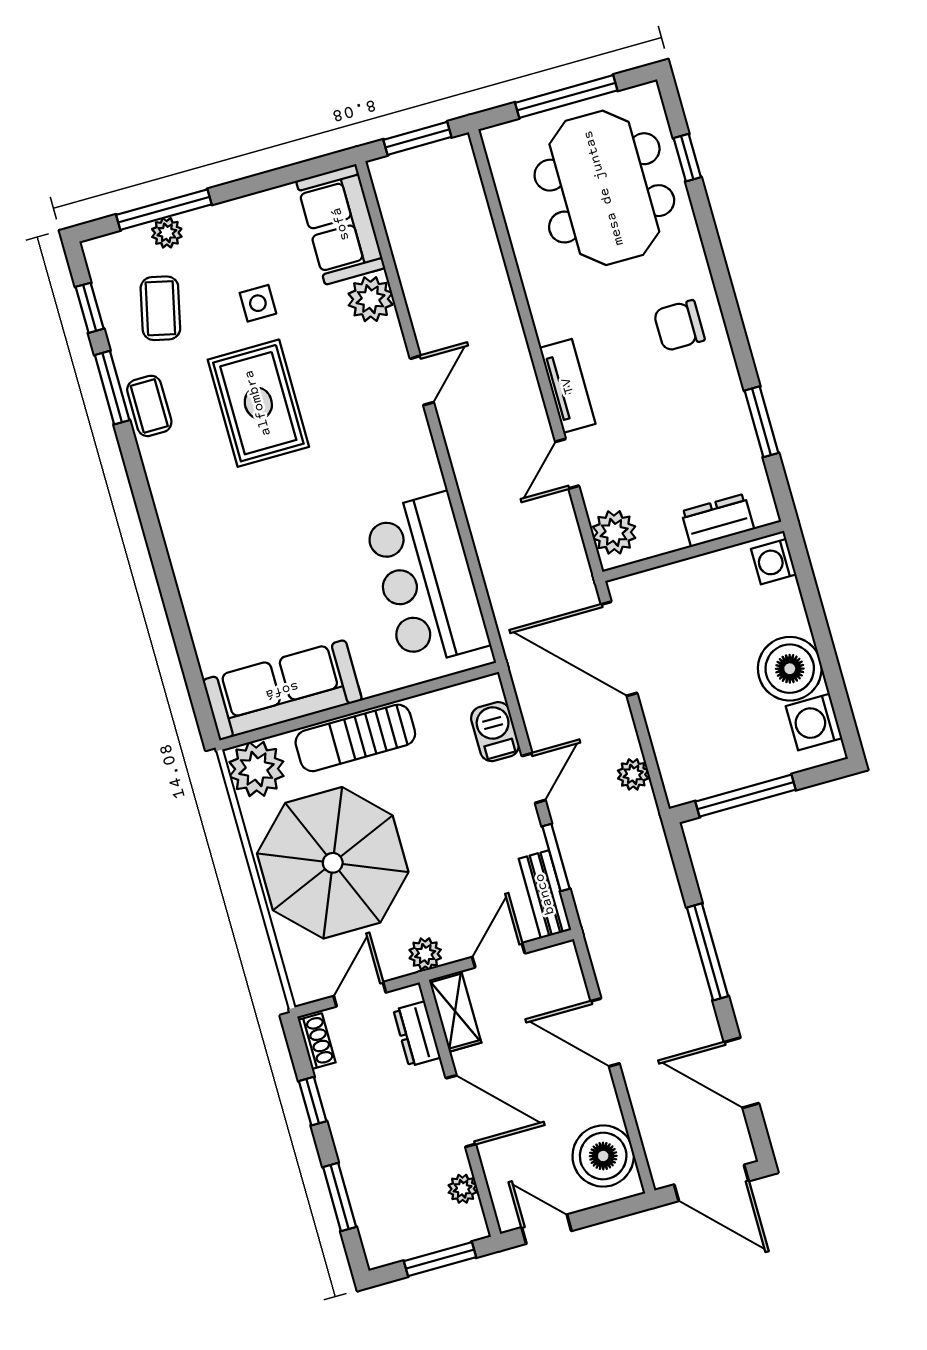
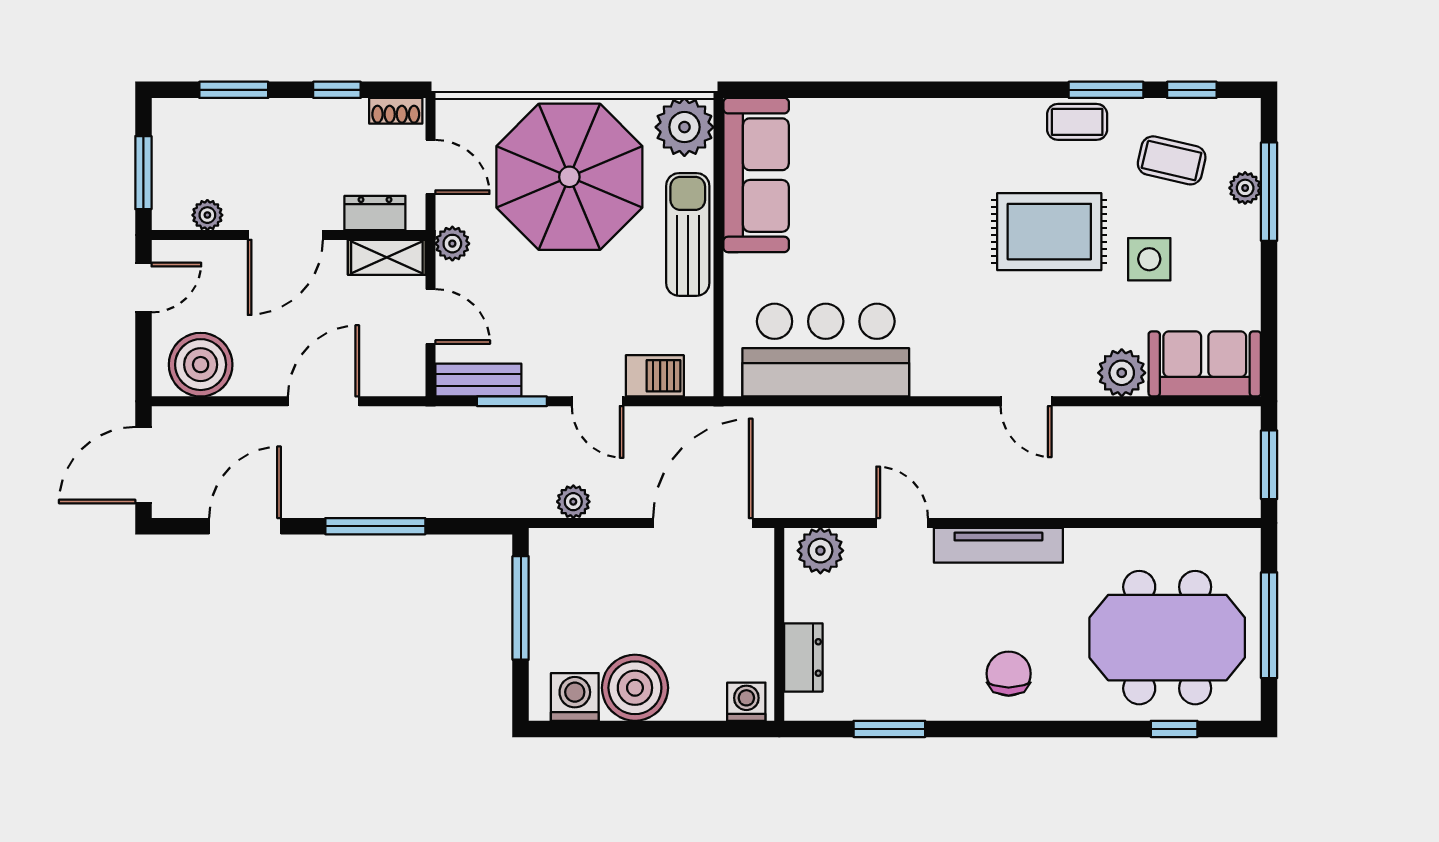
side table: (258, 303) -> (1149, 259), width x1.37, depth x1.37
tv unit: (568, 386) -> (998, 545), width x1.41

